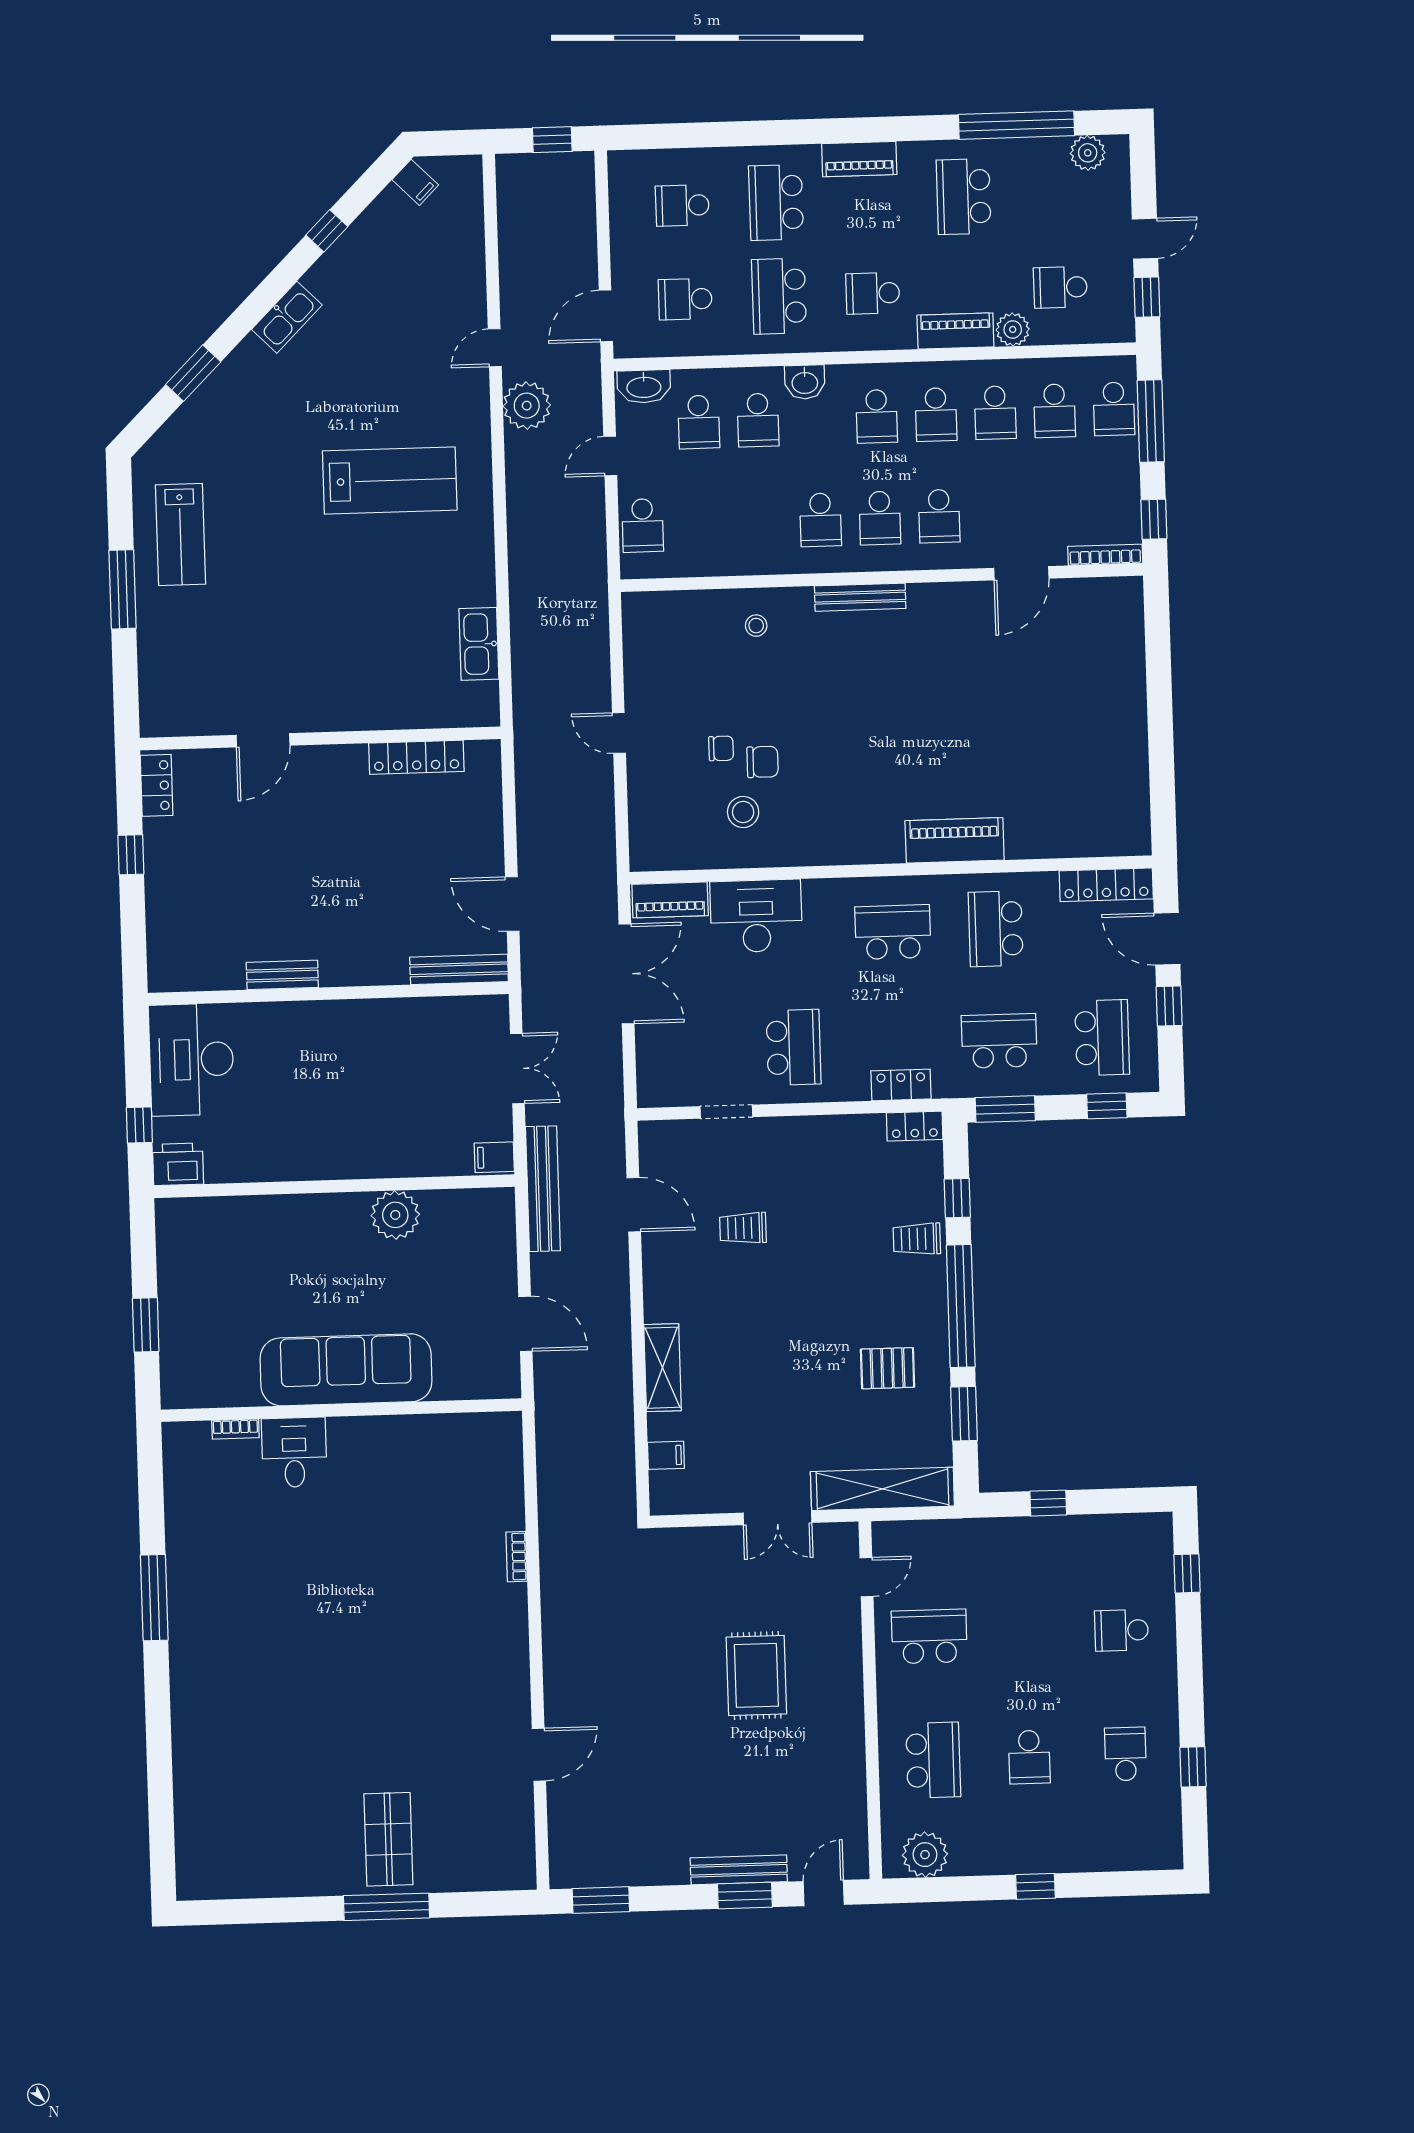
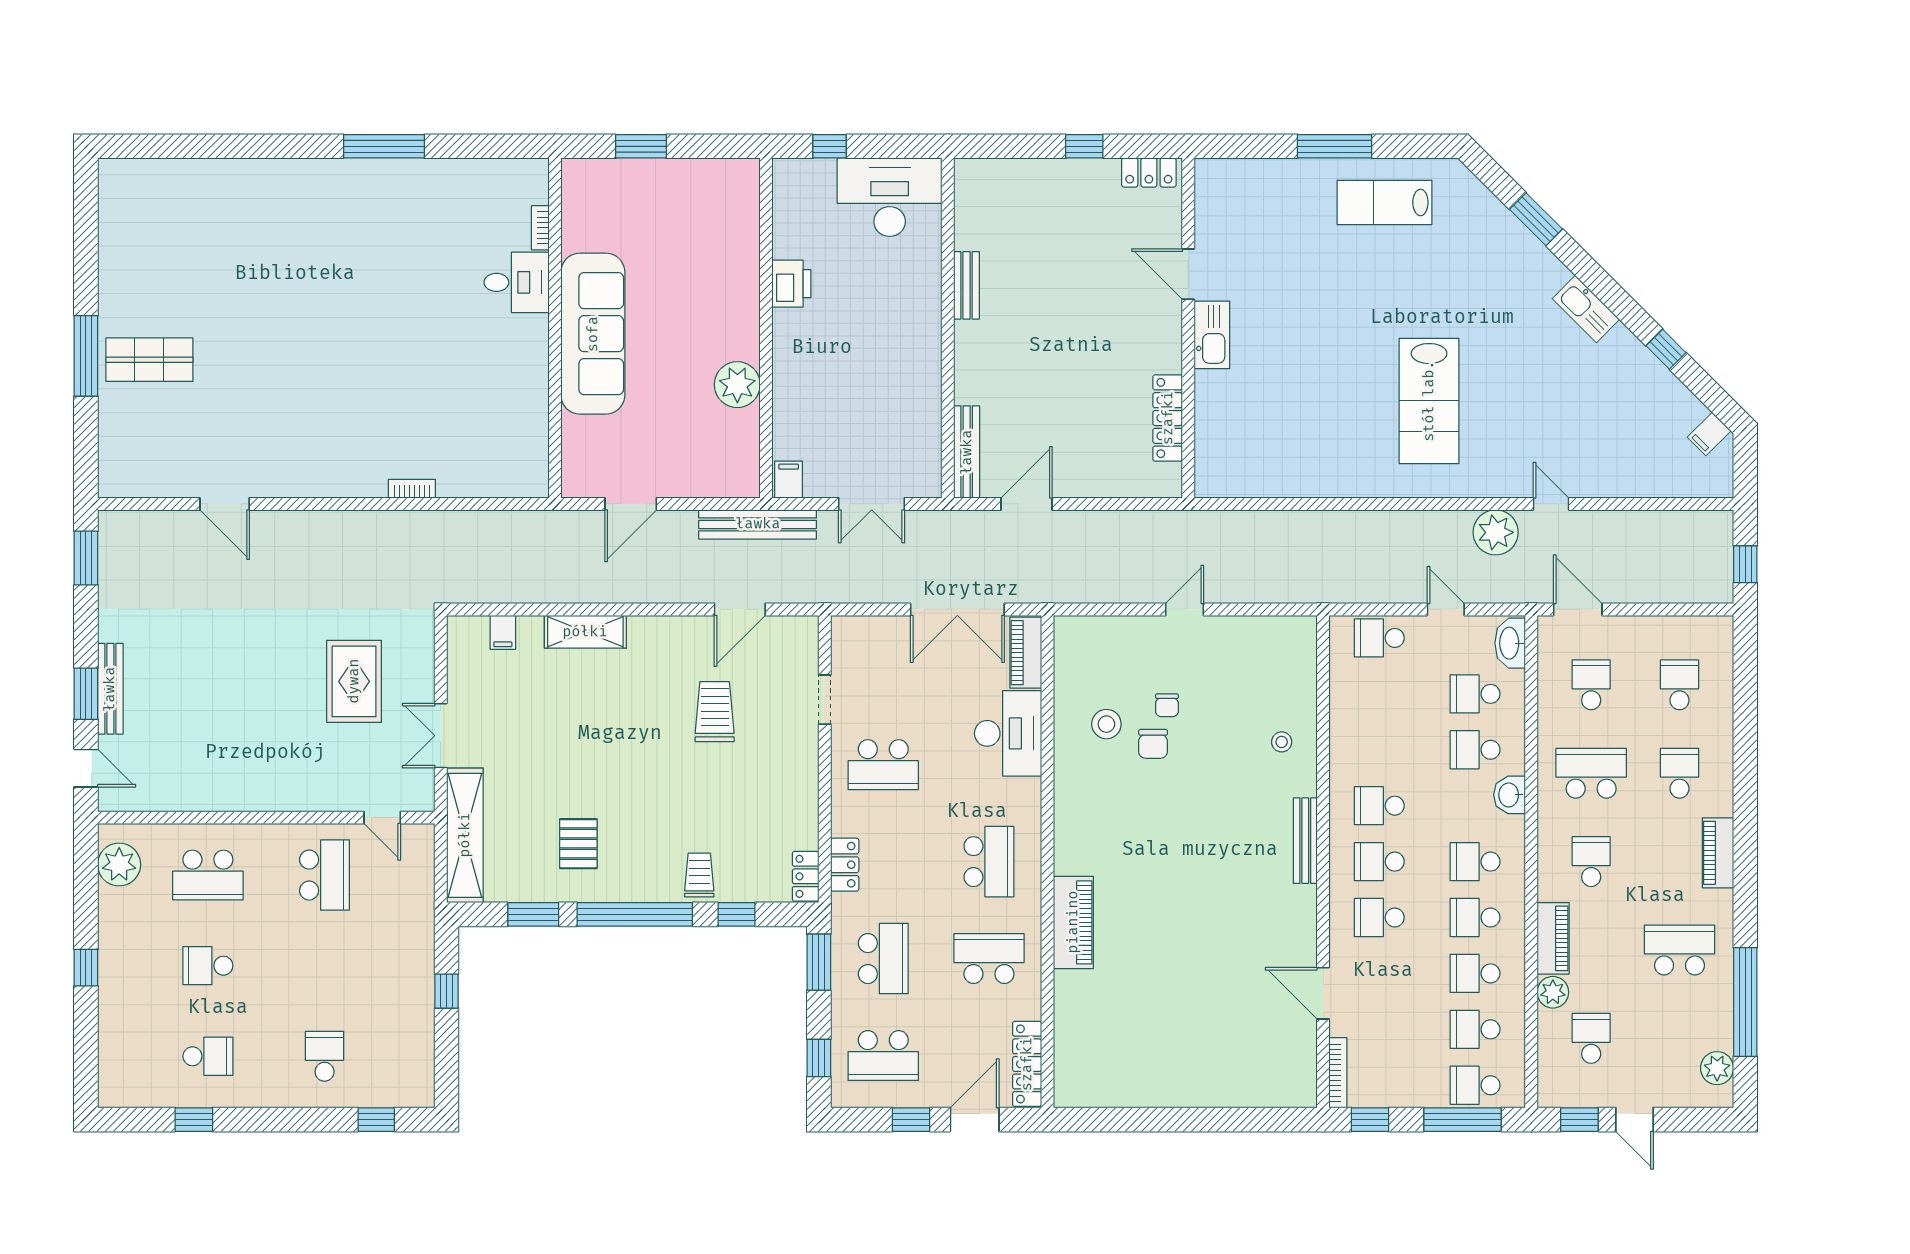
school desk: (776, 202) -> (1679, 773), width x0.54
kitchen sink: (479, 644) -> (1212, 335), moved, turned 90
printer: (178, 1164) -> (791, 284), moved
trolley: (743, 1228) -> (715, 712), width x1.36, depth x1.39
rug: (756, 1675) -> (354, 681), moved, turned 90

